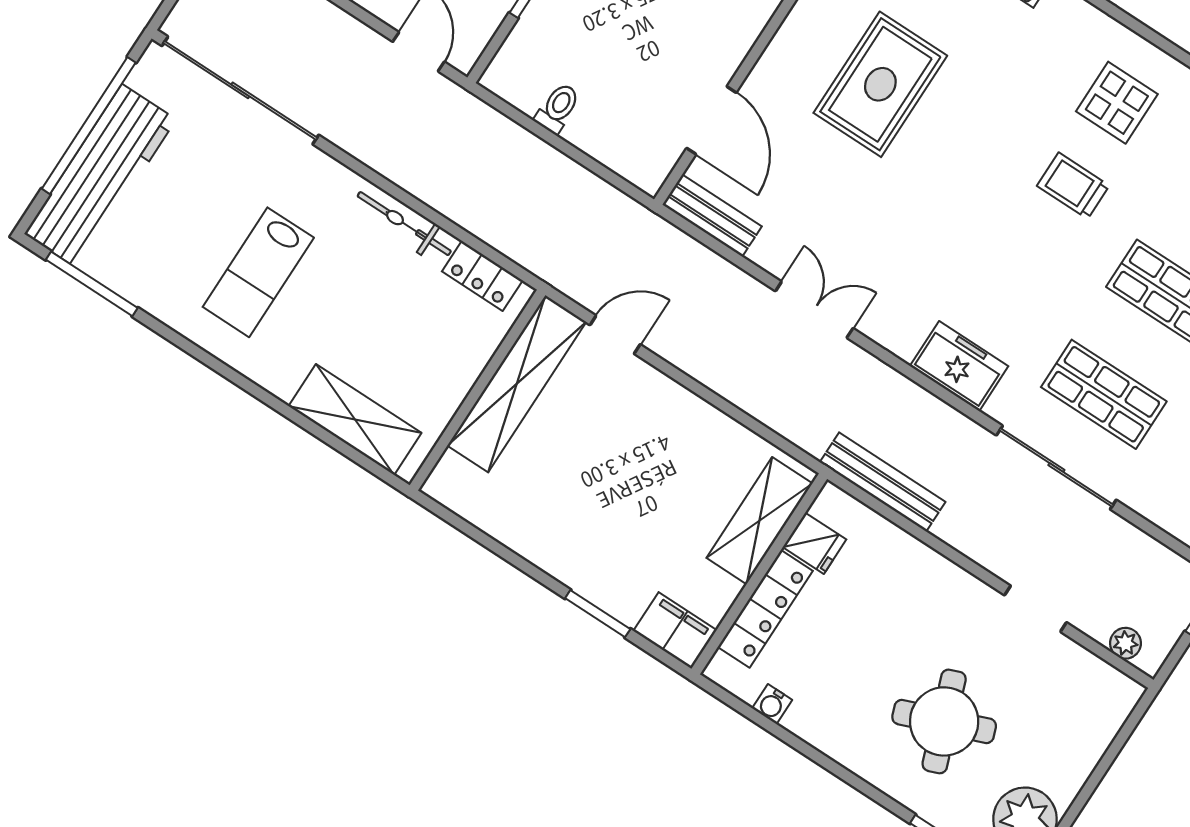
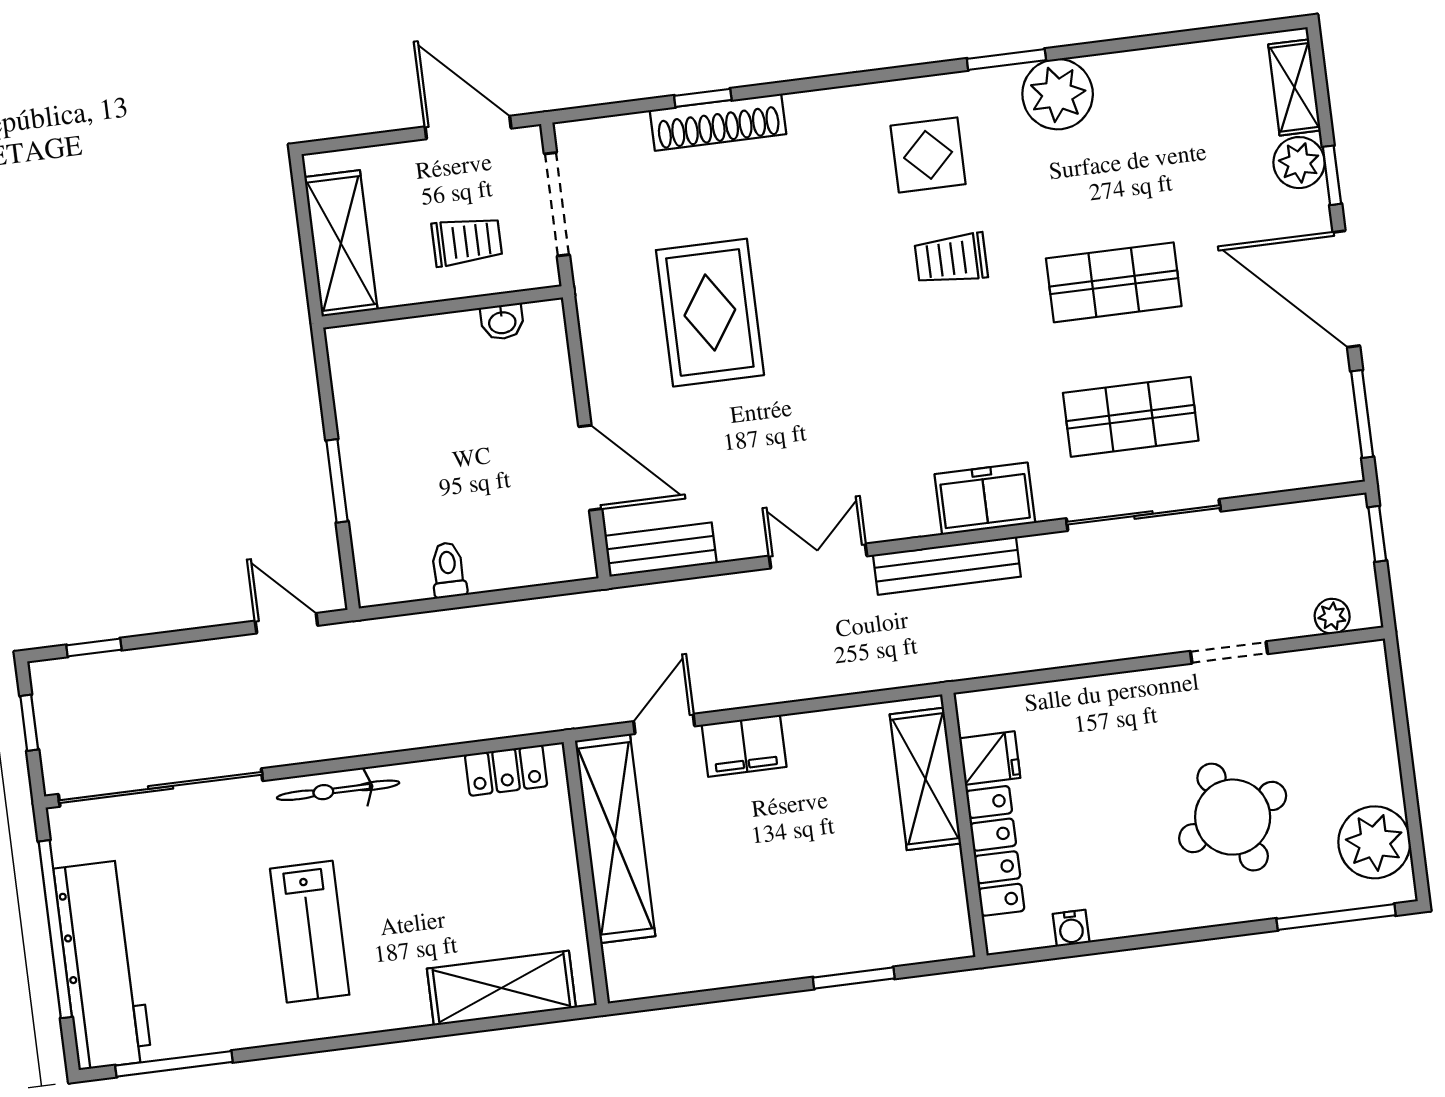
bicycle: (404, 224) -> (338, 790), moved
bench: (883, 482) -> (947, 566), moved
filing cabinet: (675, 631) -> (744, 746), moved, turned 180

